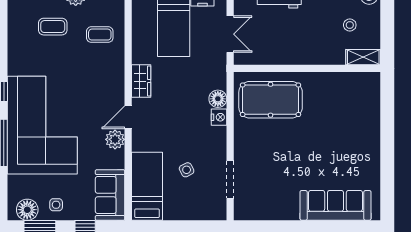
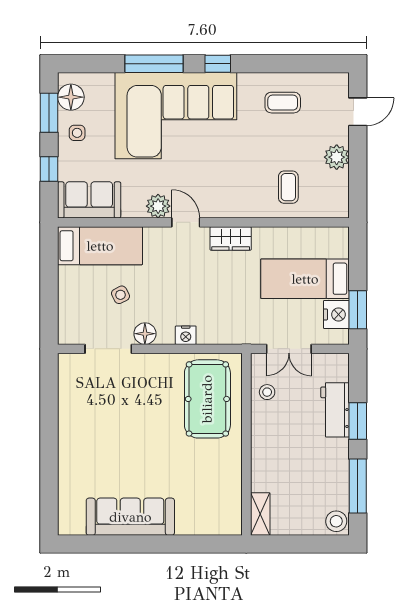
stool: (350, 25) -> (267, 392), moved
coffee table: (53, 27) -> (283, 103), moved, turned 90
floor lamp: (218, 99) -> (145, 334), moved
sofa: (335, 205) -> (130, 517), moved, turned -90

